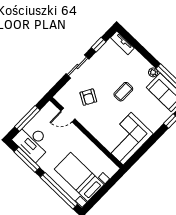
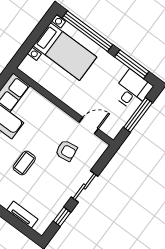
tv unit: (122, 43) -> (22, 215), moved
armchair: (88, 97) -> (66, 151), turned 142
desk: (33, 142) -> (132, 90), width x0.73

